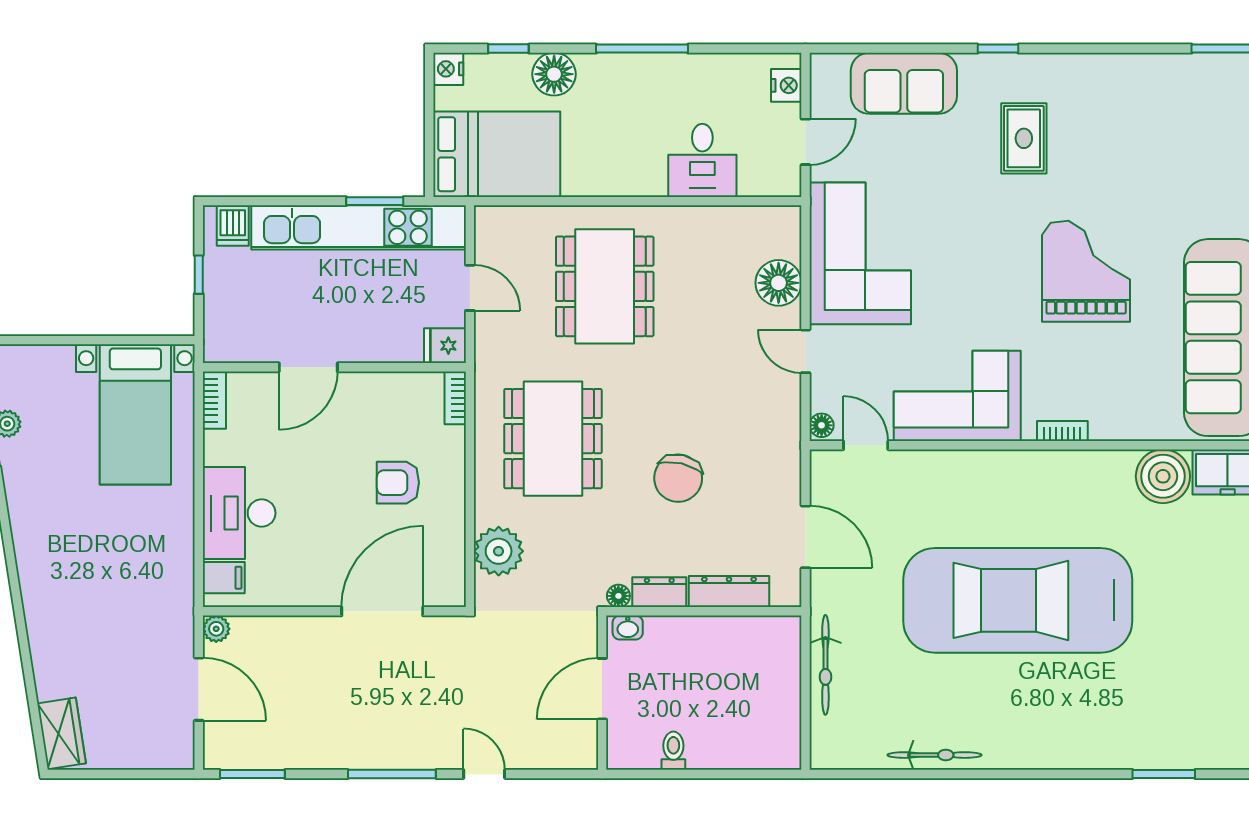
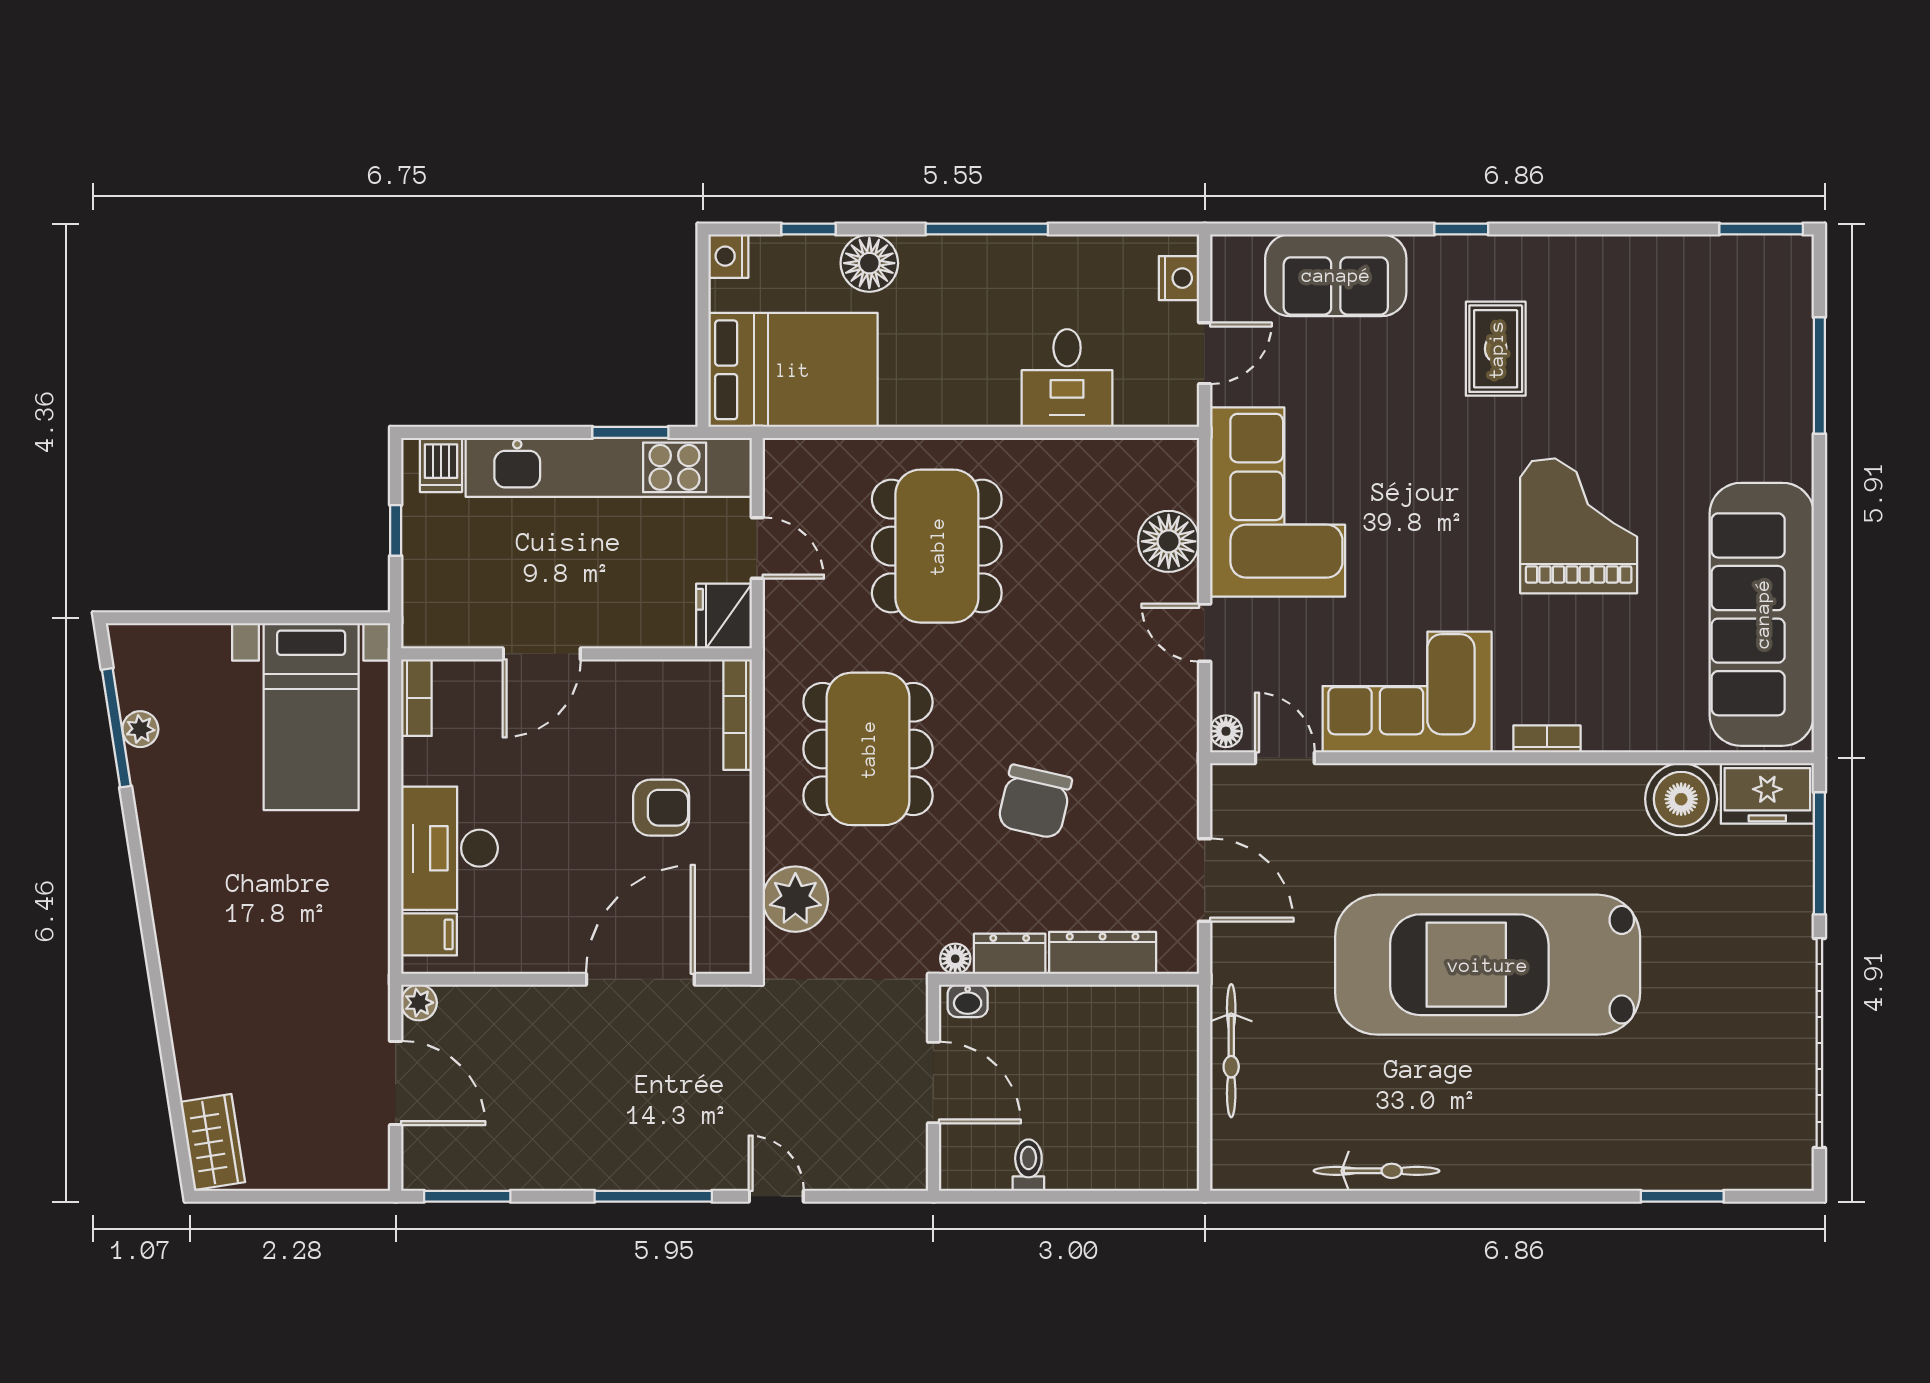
fridge: (445, 346) -> (724, 616), width x1.38
bookcase: (455, 398) -> (738, 715), width x1.56
armchair: (398, 483) -> (661, 808), turned 180
door: (602, 689) -> (933, 1083), swing flipped

